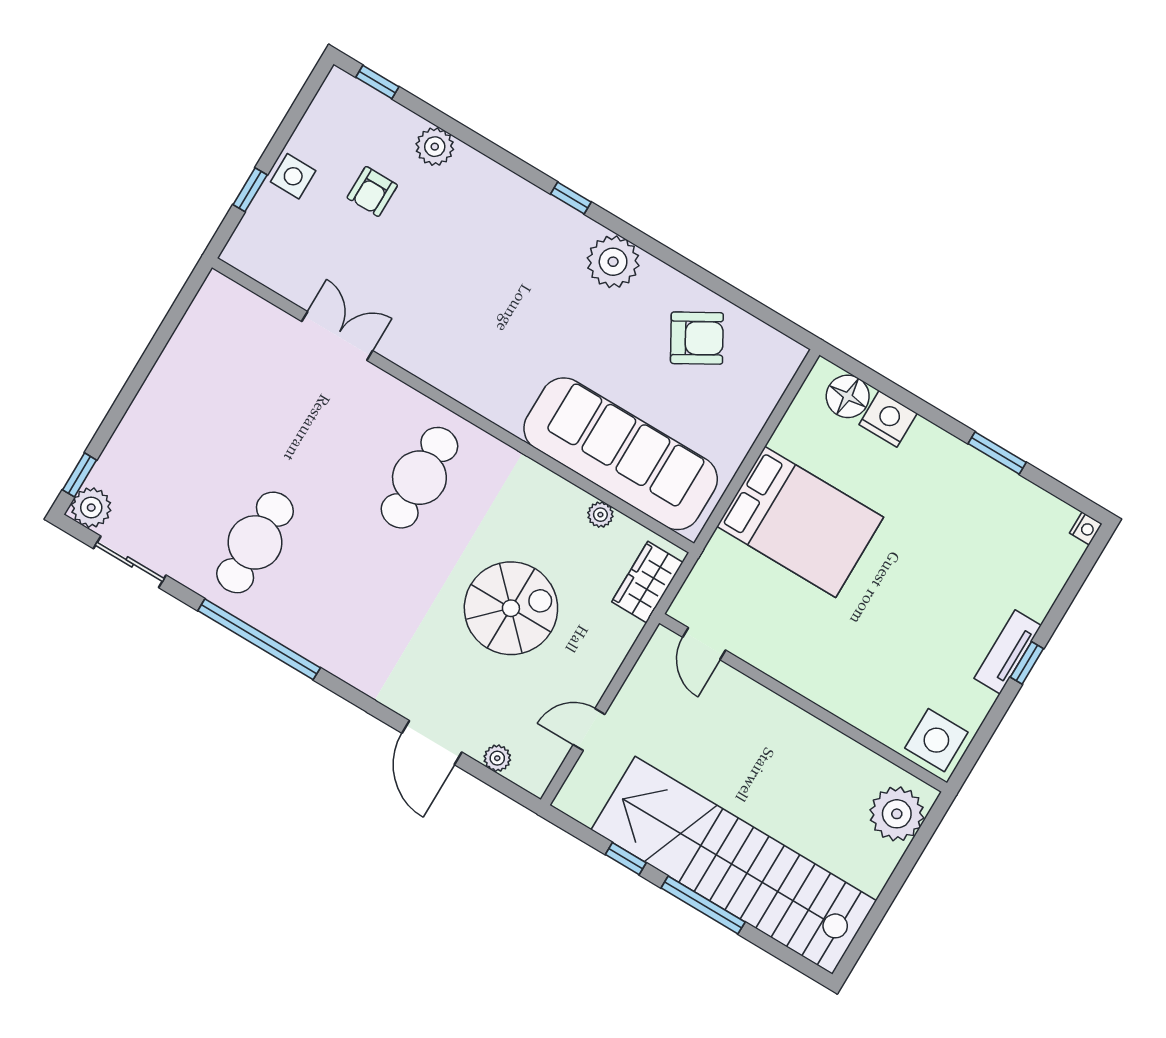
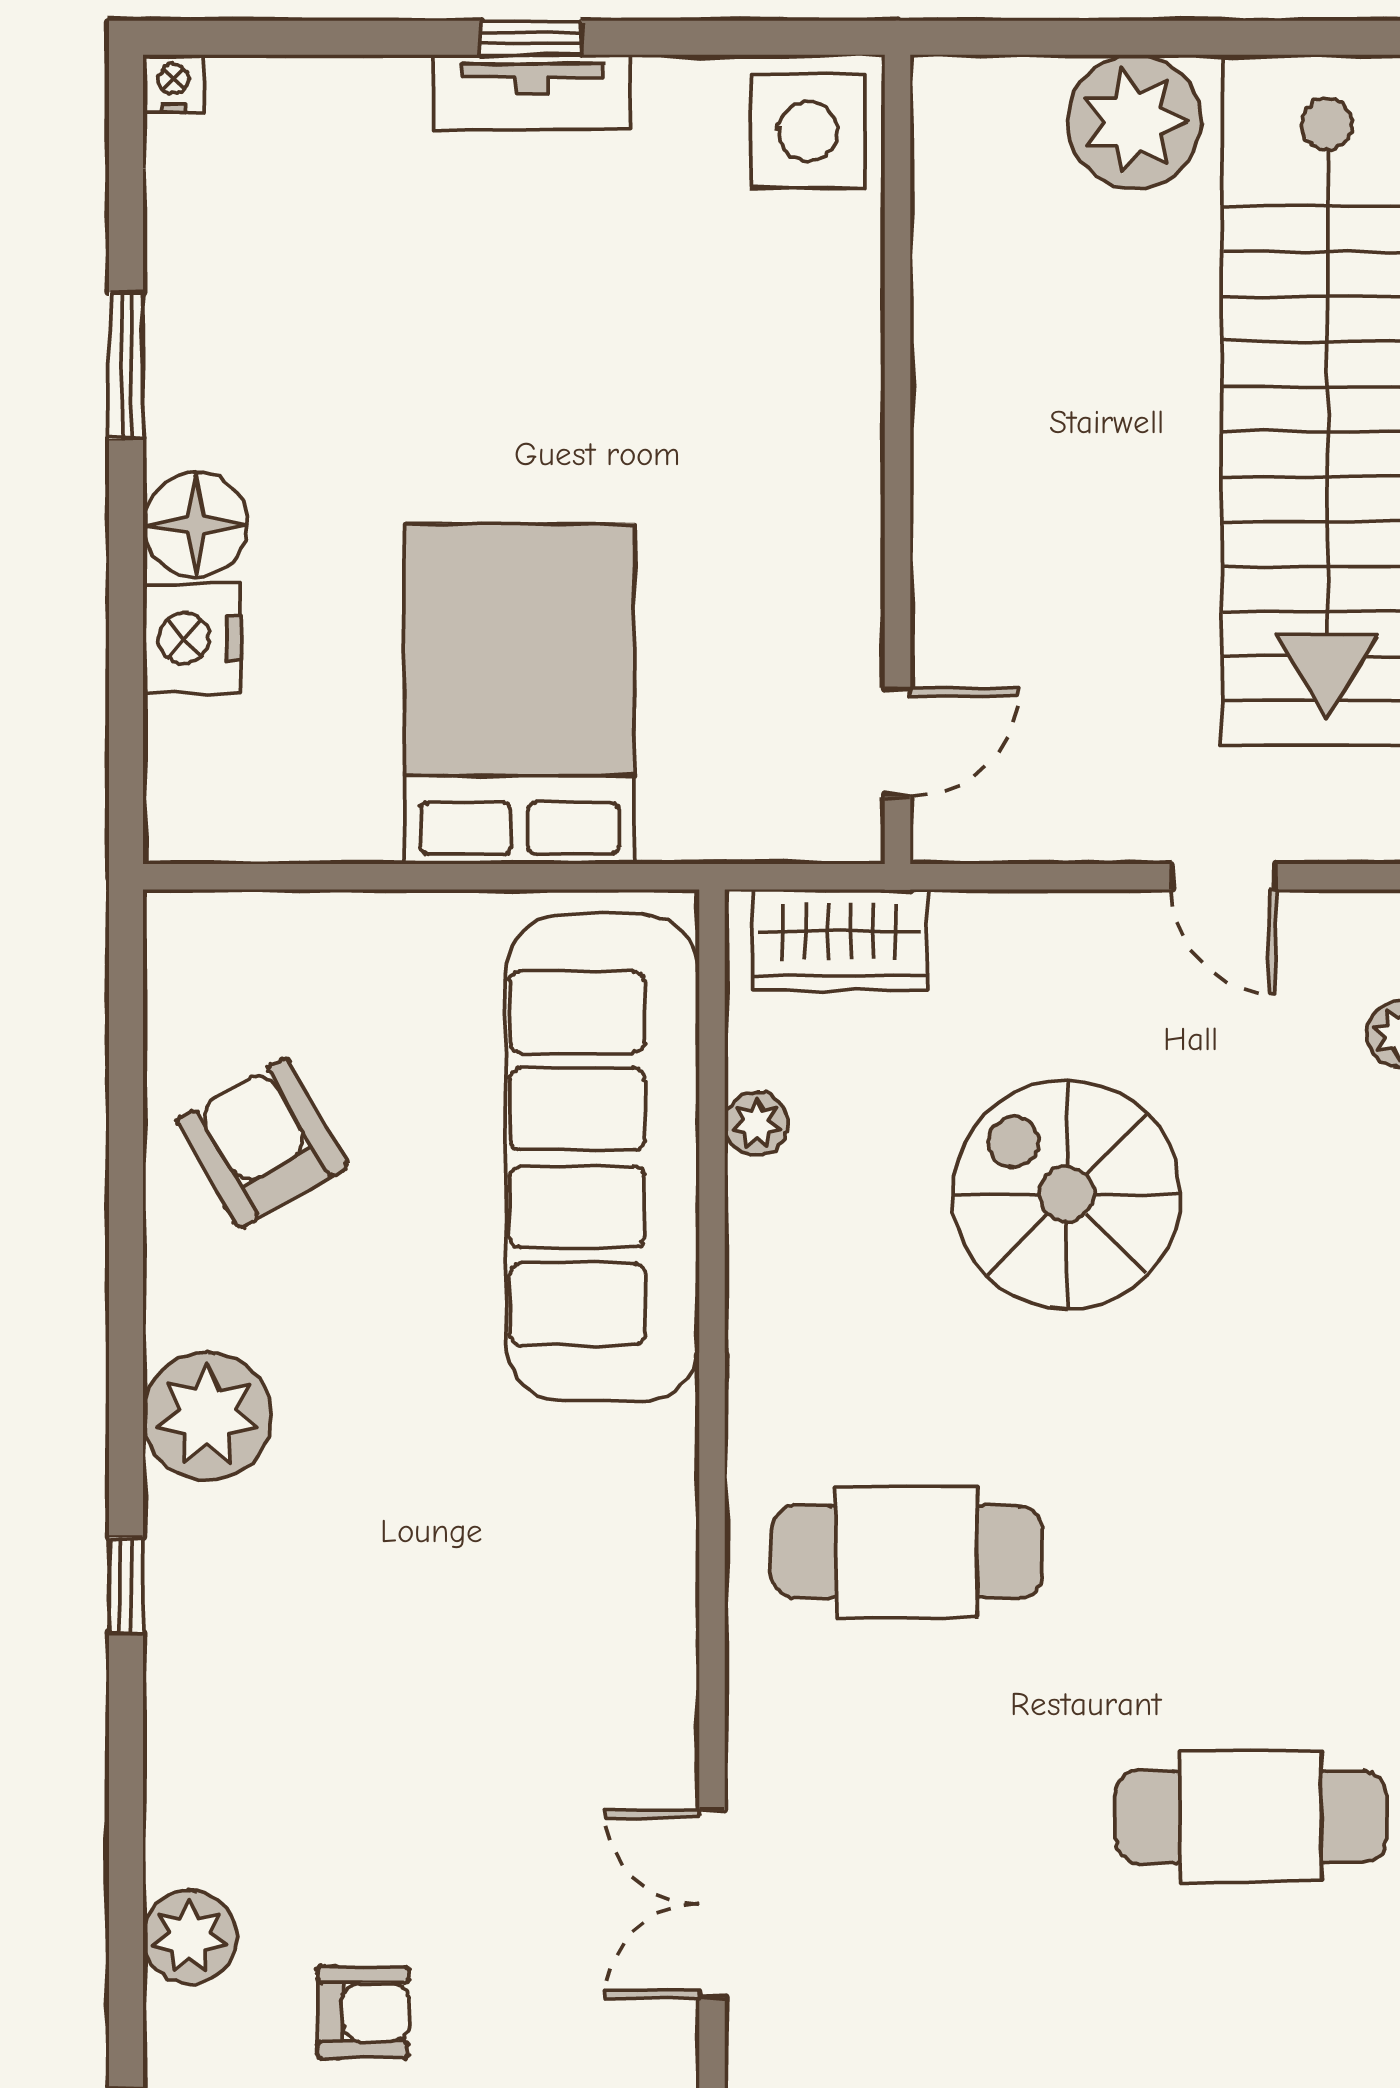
floor lamp: (848, 396) -> (195, 525), moved
plant: (897, 814) -> (1134, 122), moved

